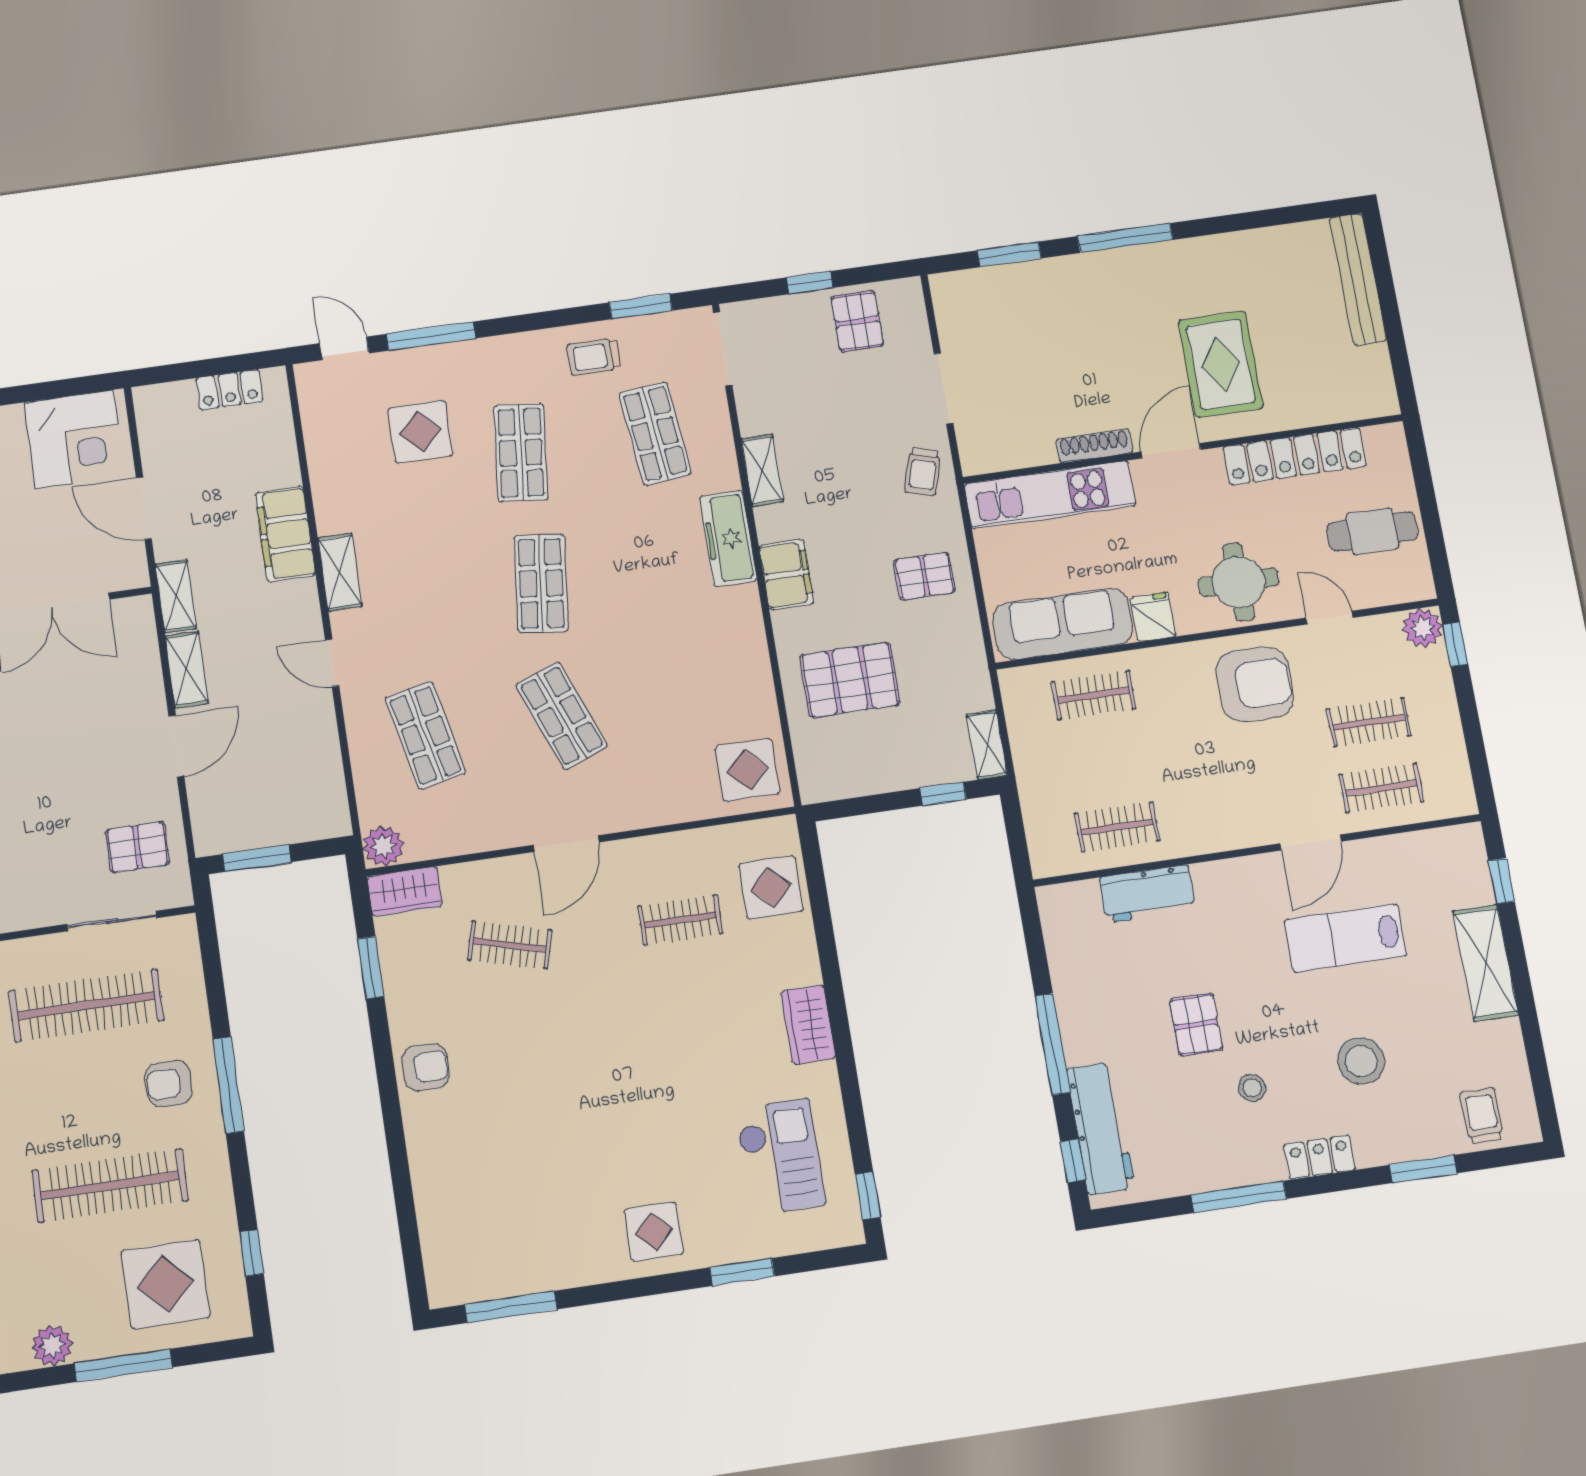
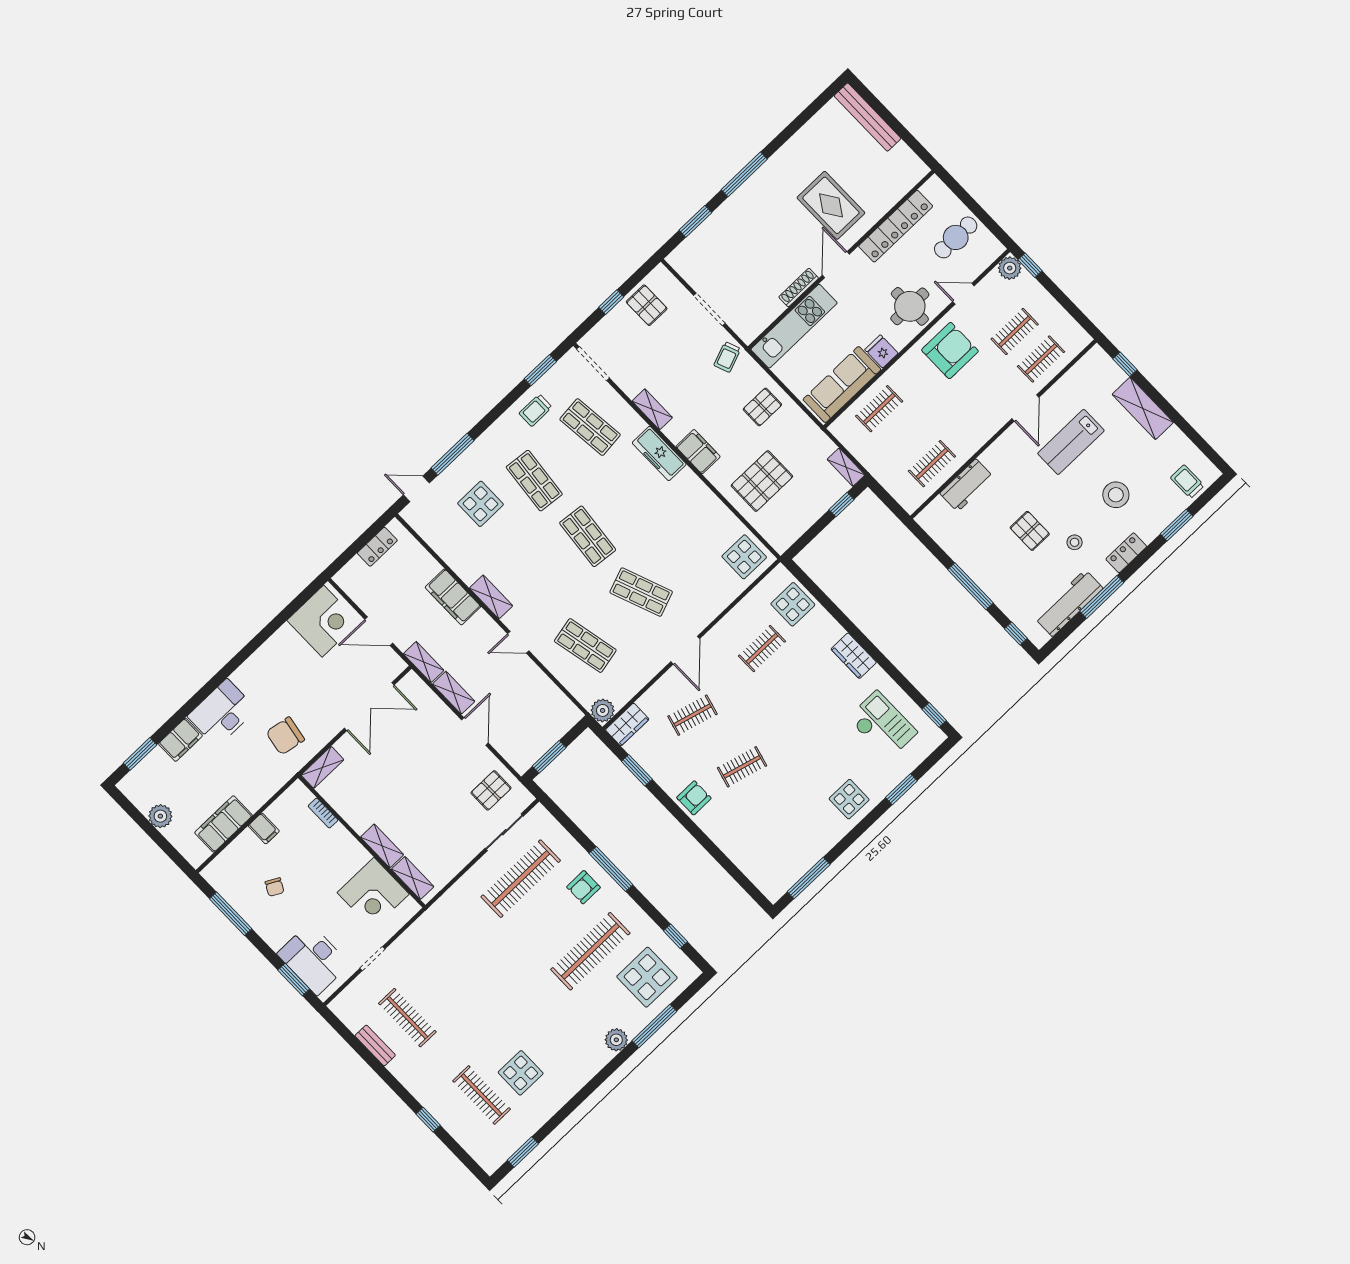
trolley: (923, 472) -> (727, 357), turned 53
clothes rail: (529, 1072) -> (742, 767), added
workbench: (1101, 1128) -> (1069, 603), moved, turned -90

